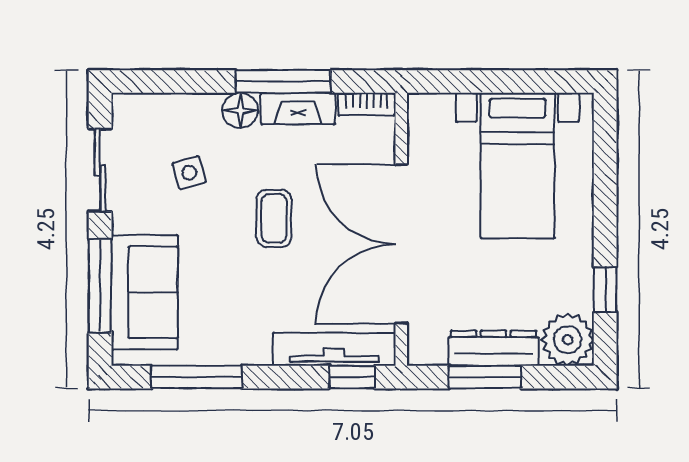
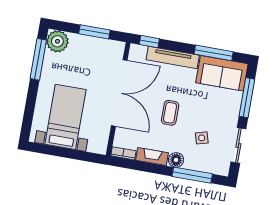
window: (283, 81) -> (192, 175), moved
window: (605, 289) -> (38, 59), width x2.17
sofa: (145, 292) -> (222, 73), moved, turned -90
dresser: (493, 348) -> (89, 43), removed
tv unit: (334, 349) -> (173, 58), moved

